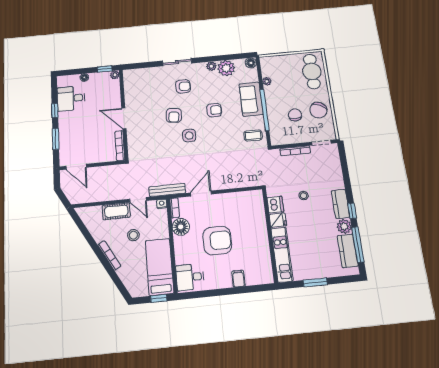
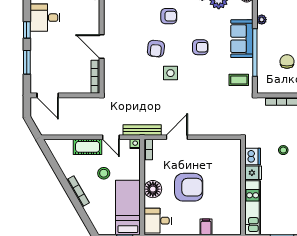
floor lamp: (181, 227) -> (153, 189), moved

